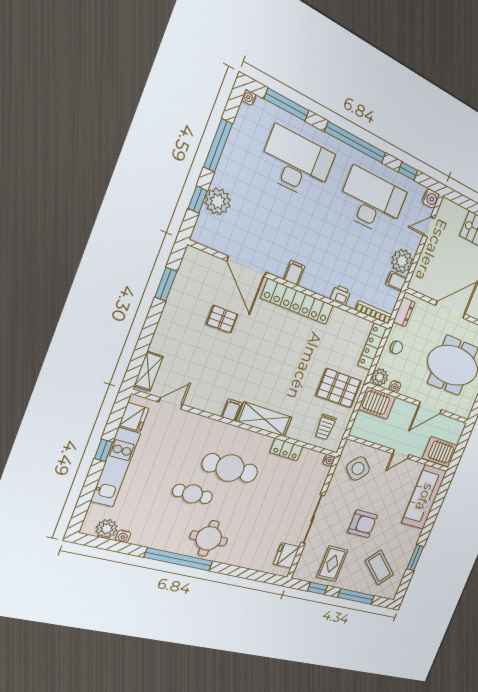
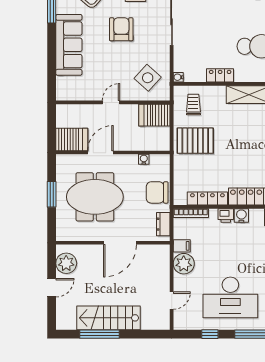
water cooler: (431, 198) -> (241, 216), moved, turned 90
locker: (372, 347) -> (207, 199), moved, turned -90
chair: (396, 347) -> (157, 192), width x1.87, depth x1.87
plant: (380, 377) -> (162, 162), removed
server rack: (377, 403) -> (154, 115), moved
server rack: (440, 452) -> (72, 139), moved
sofa: (424, 497) -> (69, 45), moved
armchair: (363, 524) -> (121, 29), turned 90

